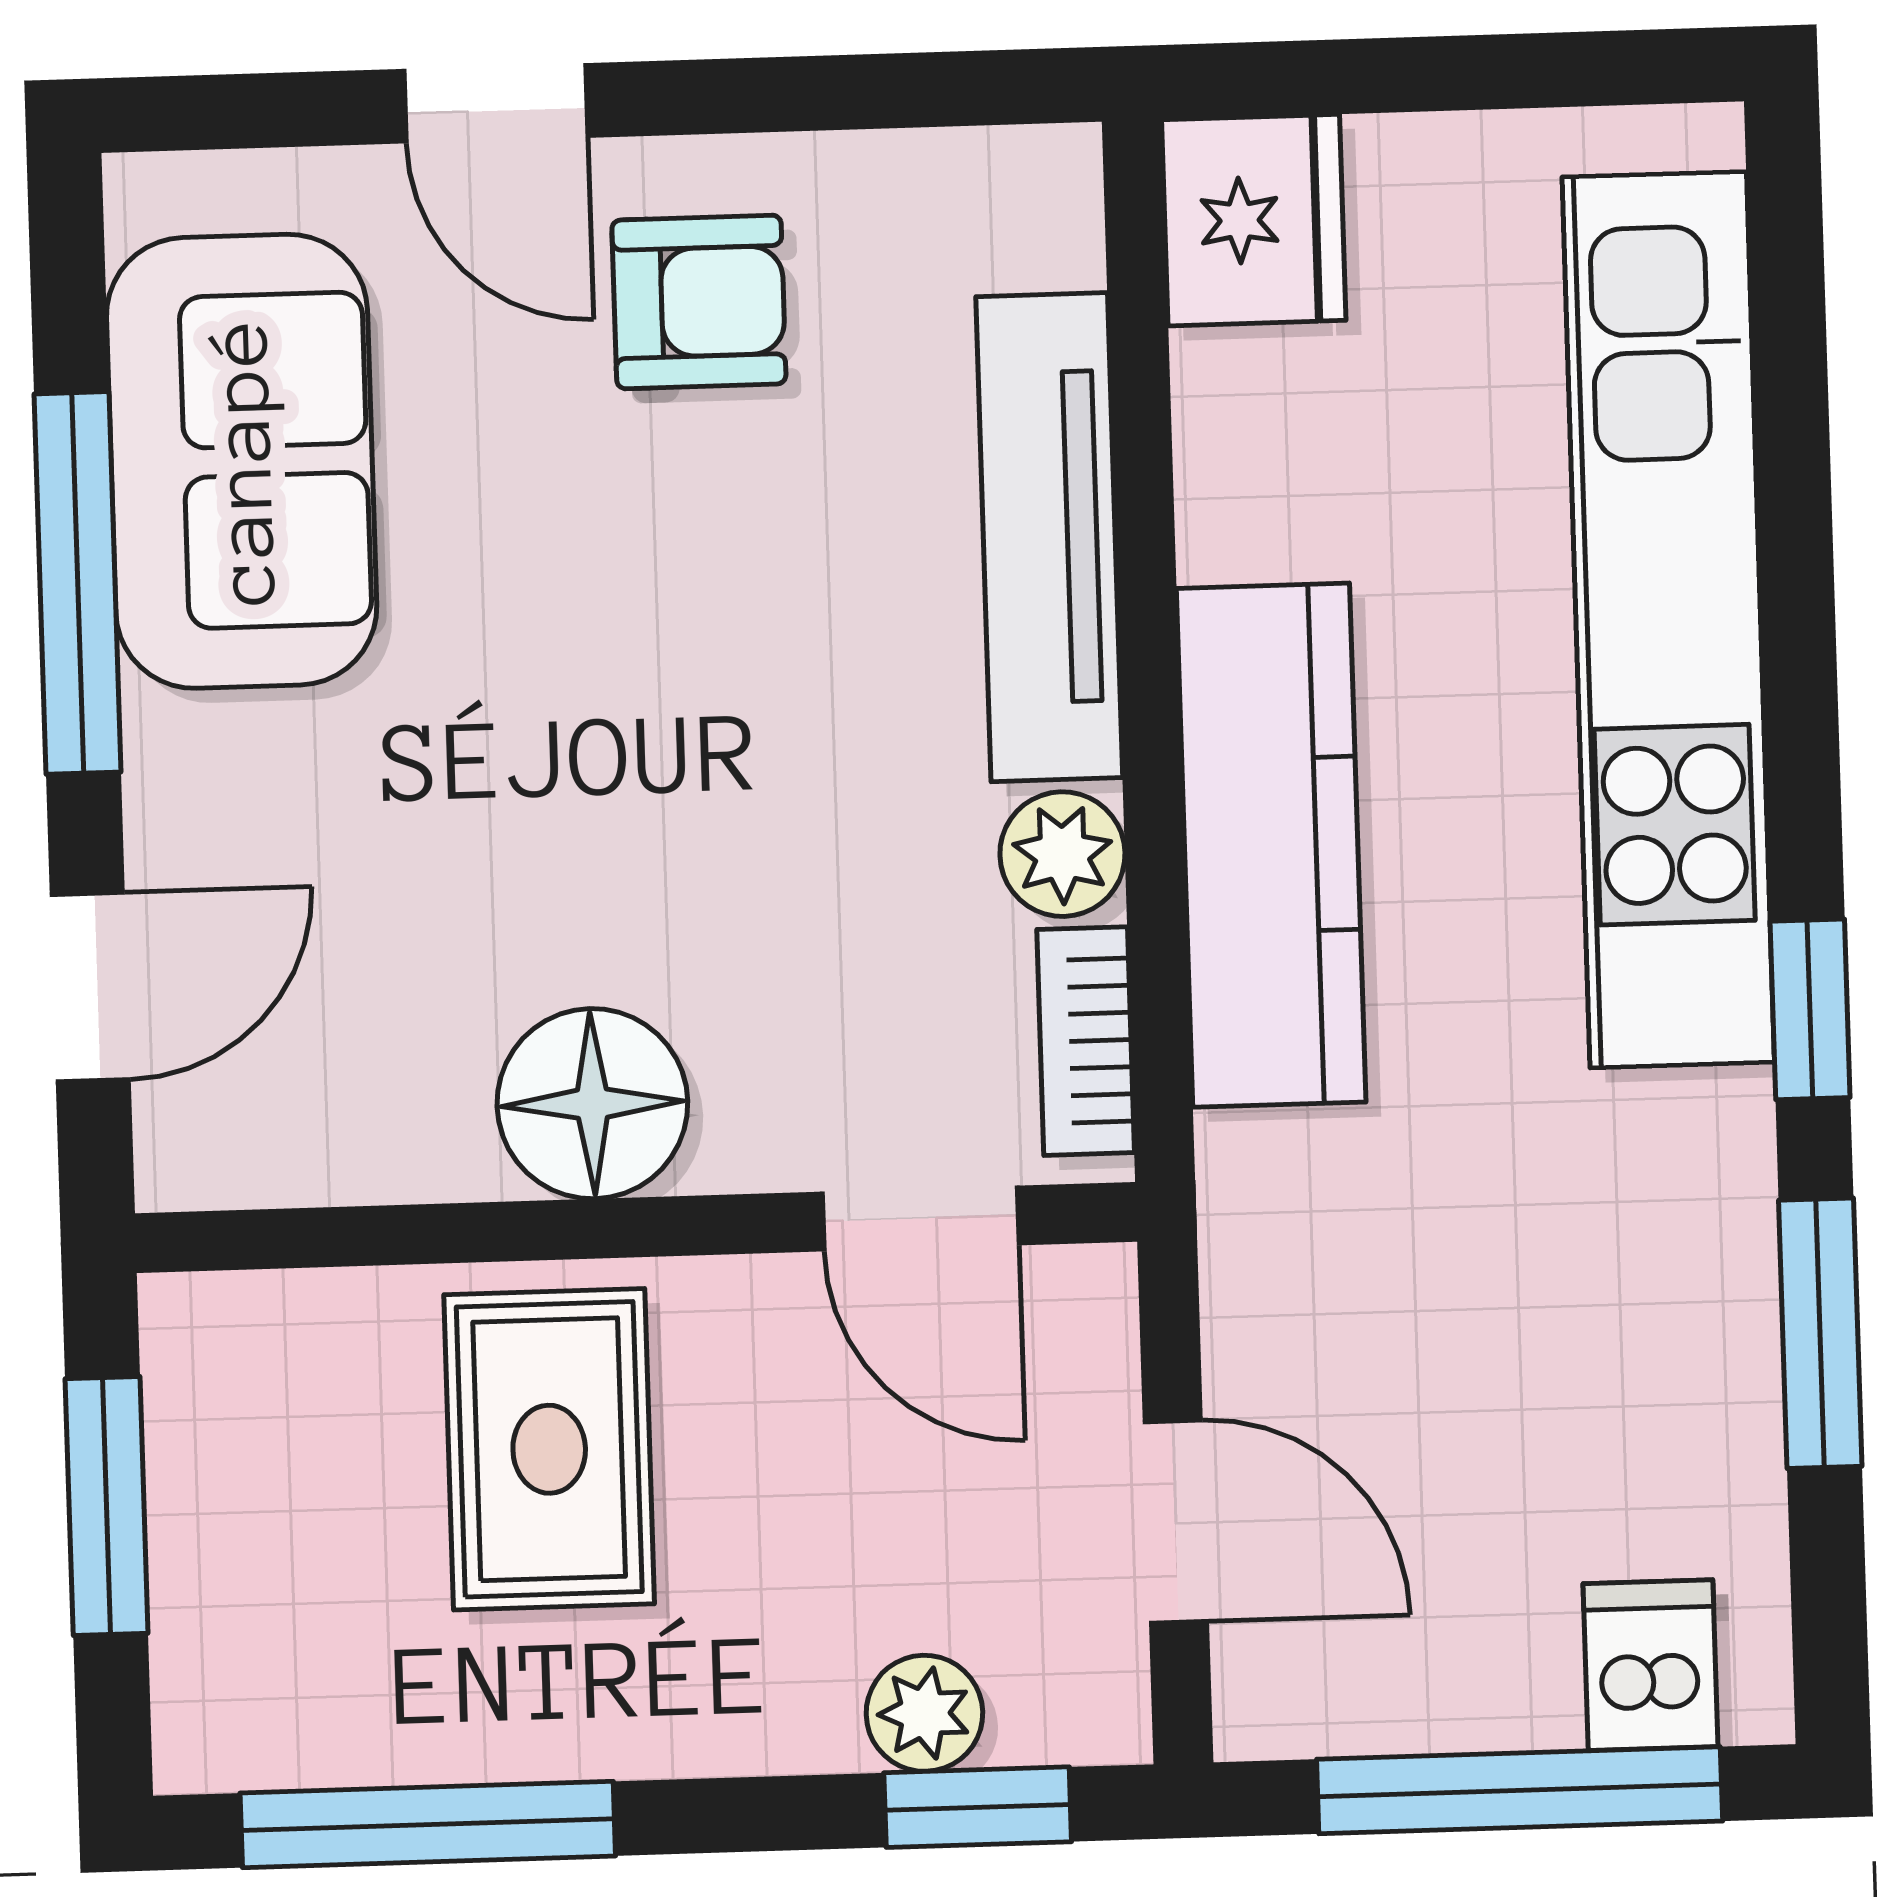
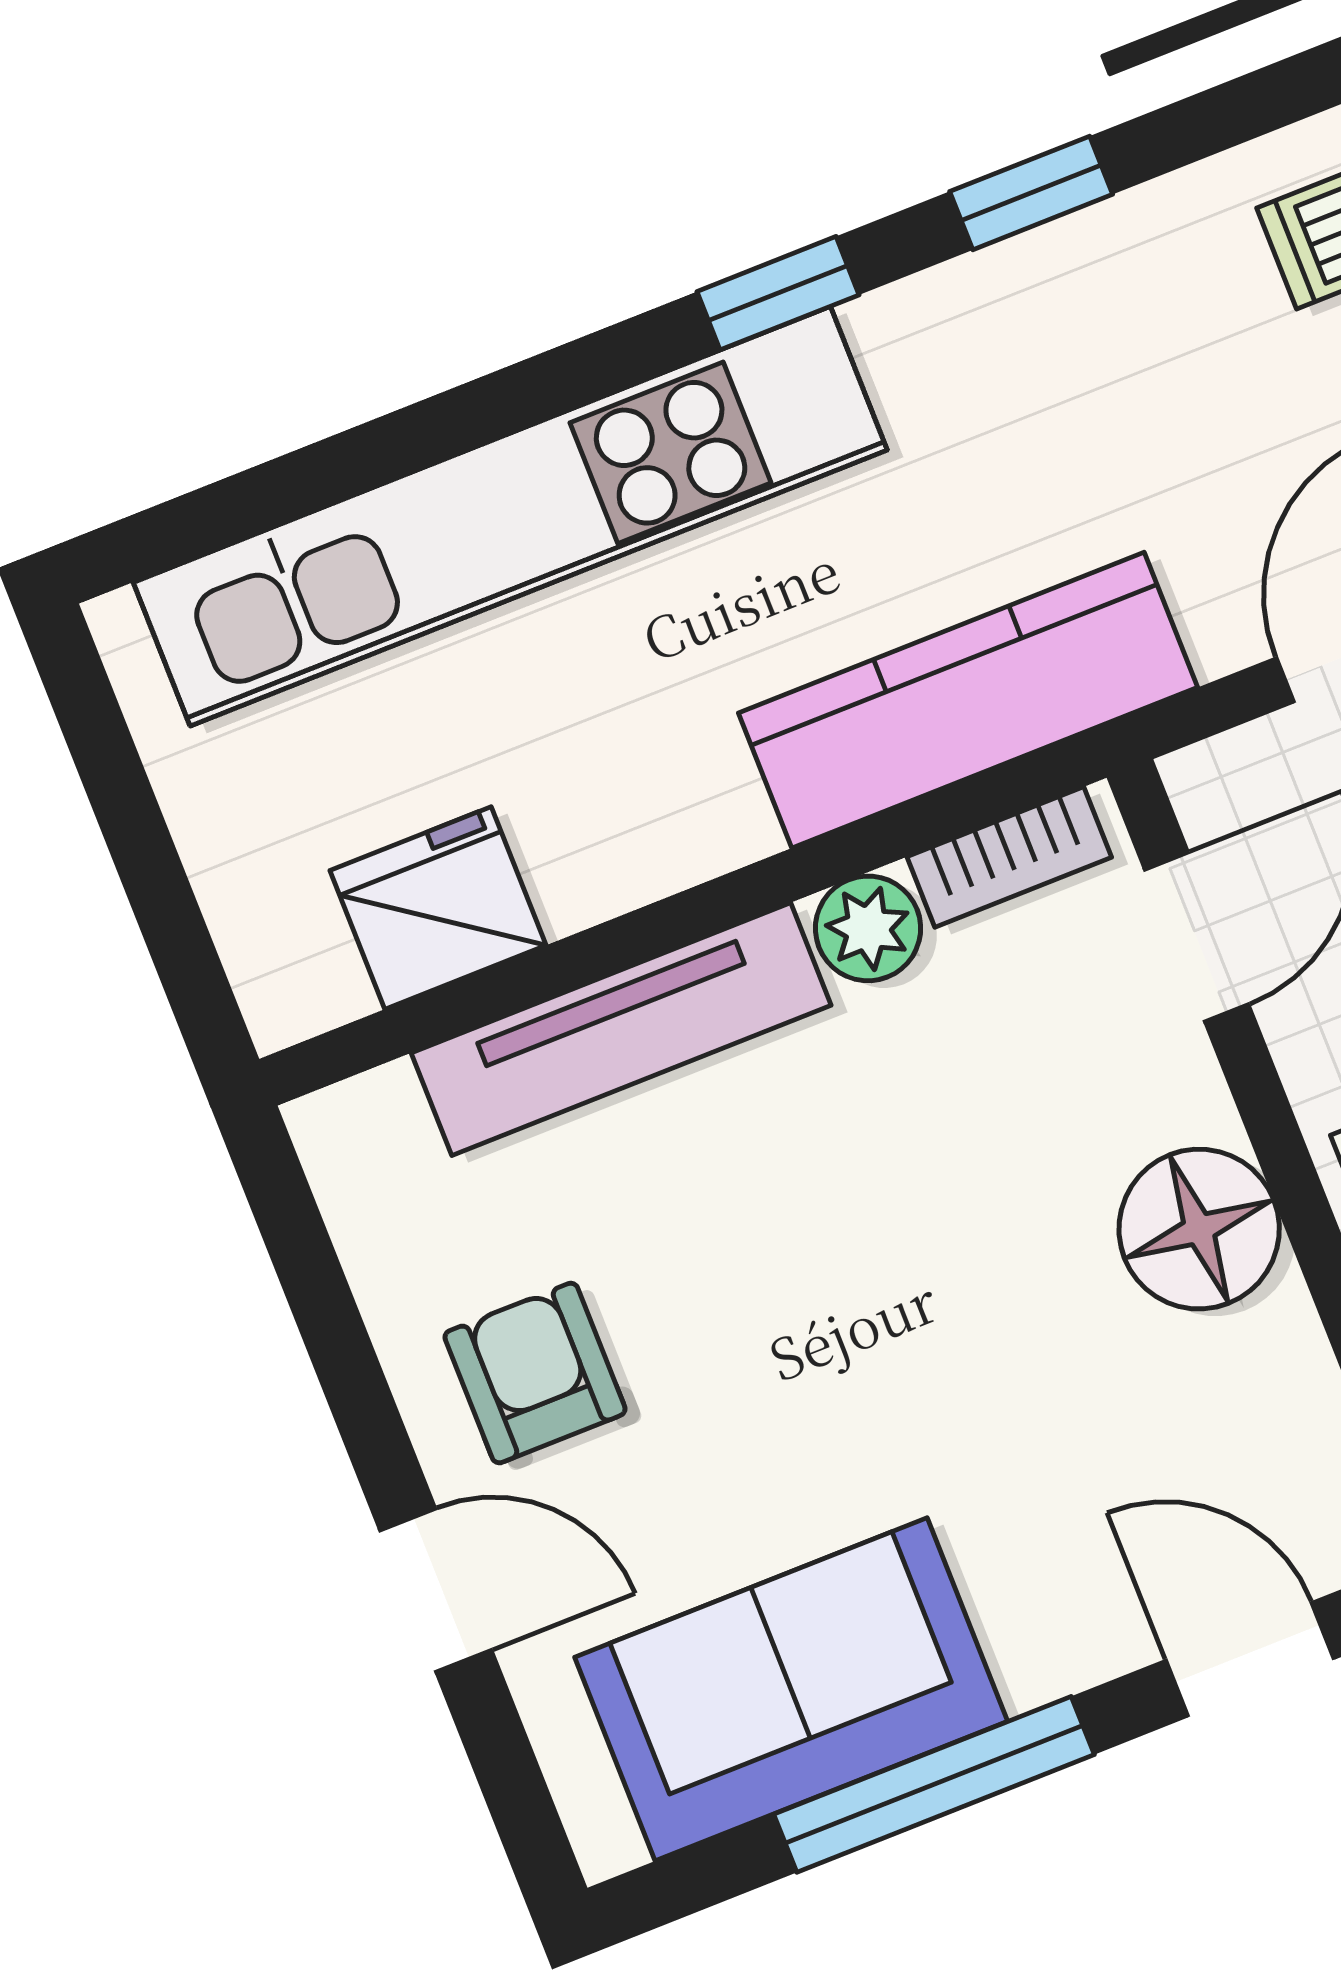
door: (496, 103) -> (436, 1590), hinge flipped
fridge: (1254, 220) -> (438, 908), moved
kitchen counter: (1271, 845) -> (968, 700), moved
window: (1820, 1333) -> (1031, 193), width x0.67

